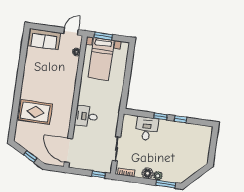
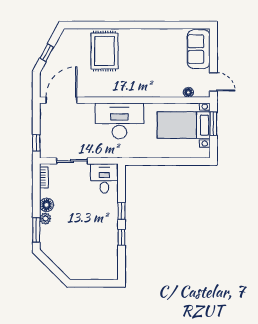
desk: (86, 116) -> (119, 121), width x1.87, depth x1.30
desk: (147, 129) -> (104, 178), moved, turned -90

